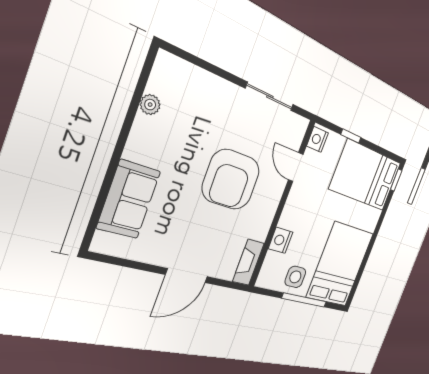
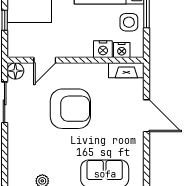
floor lamp: (298, 126) -> (15, 71), added
nightstand: (317, 139) -> (122, 50), moved

